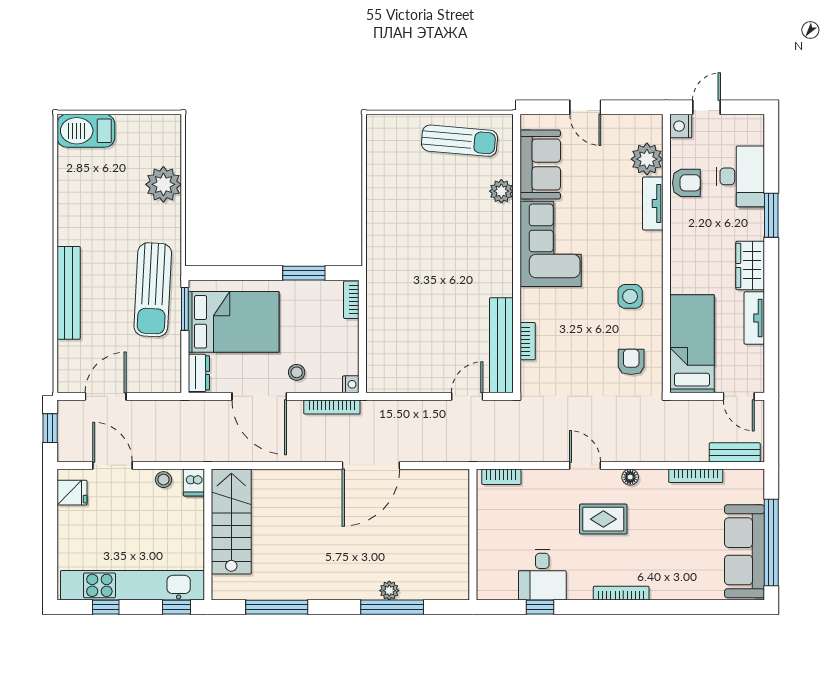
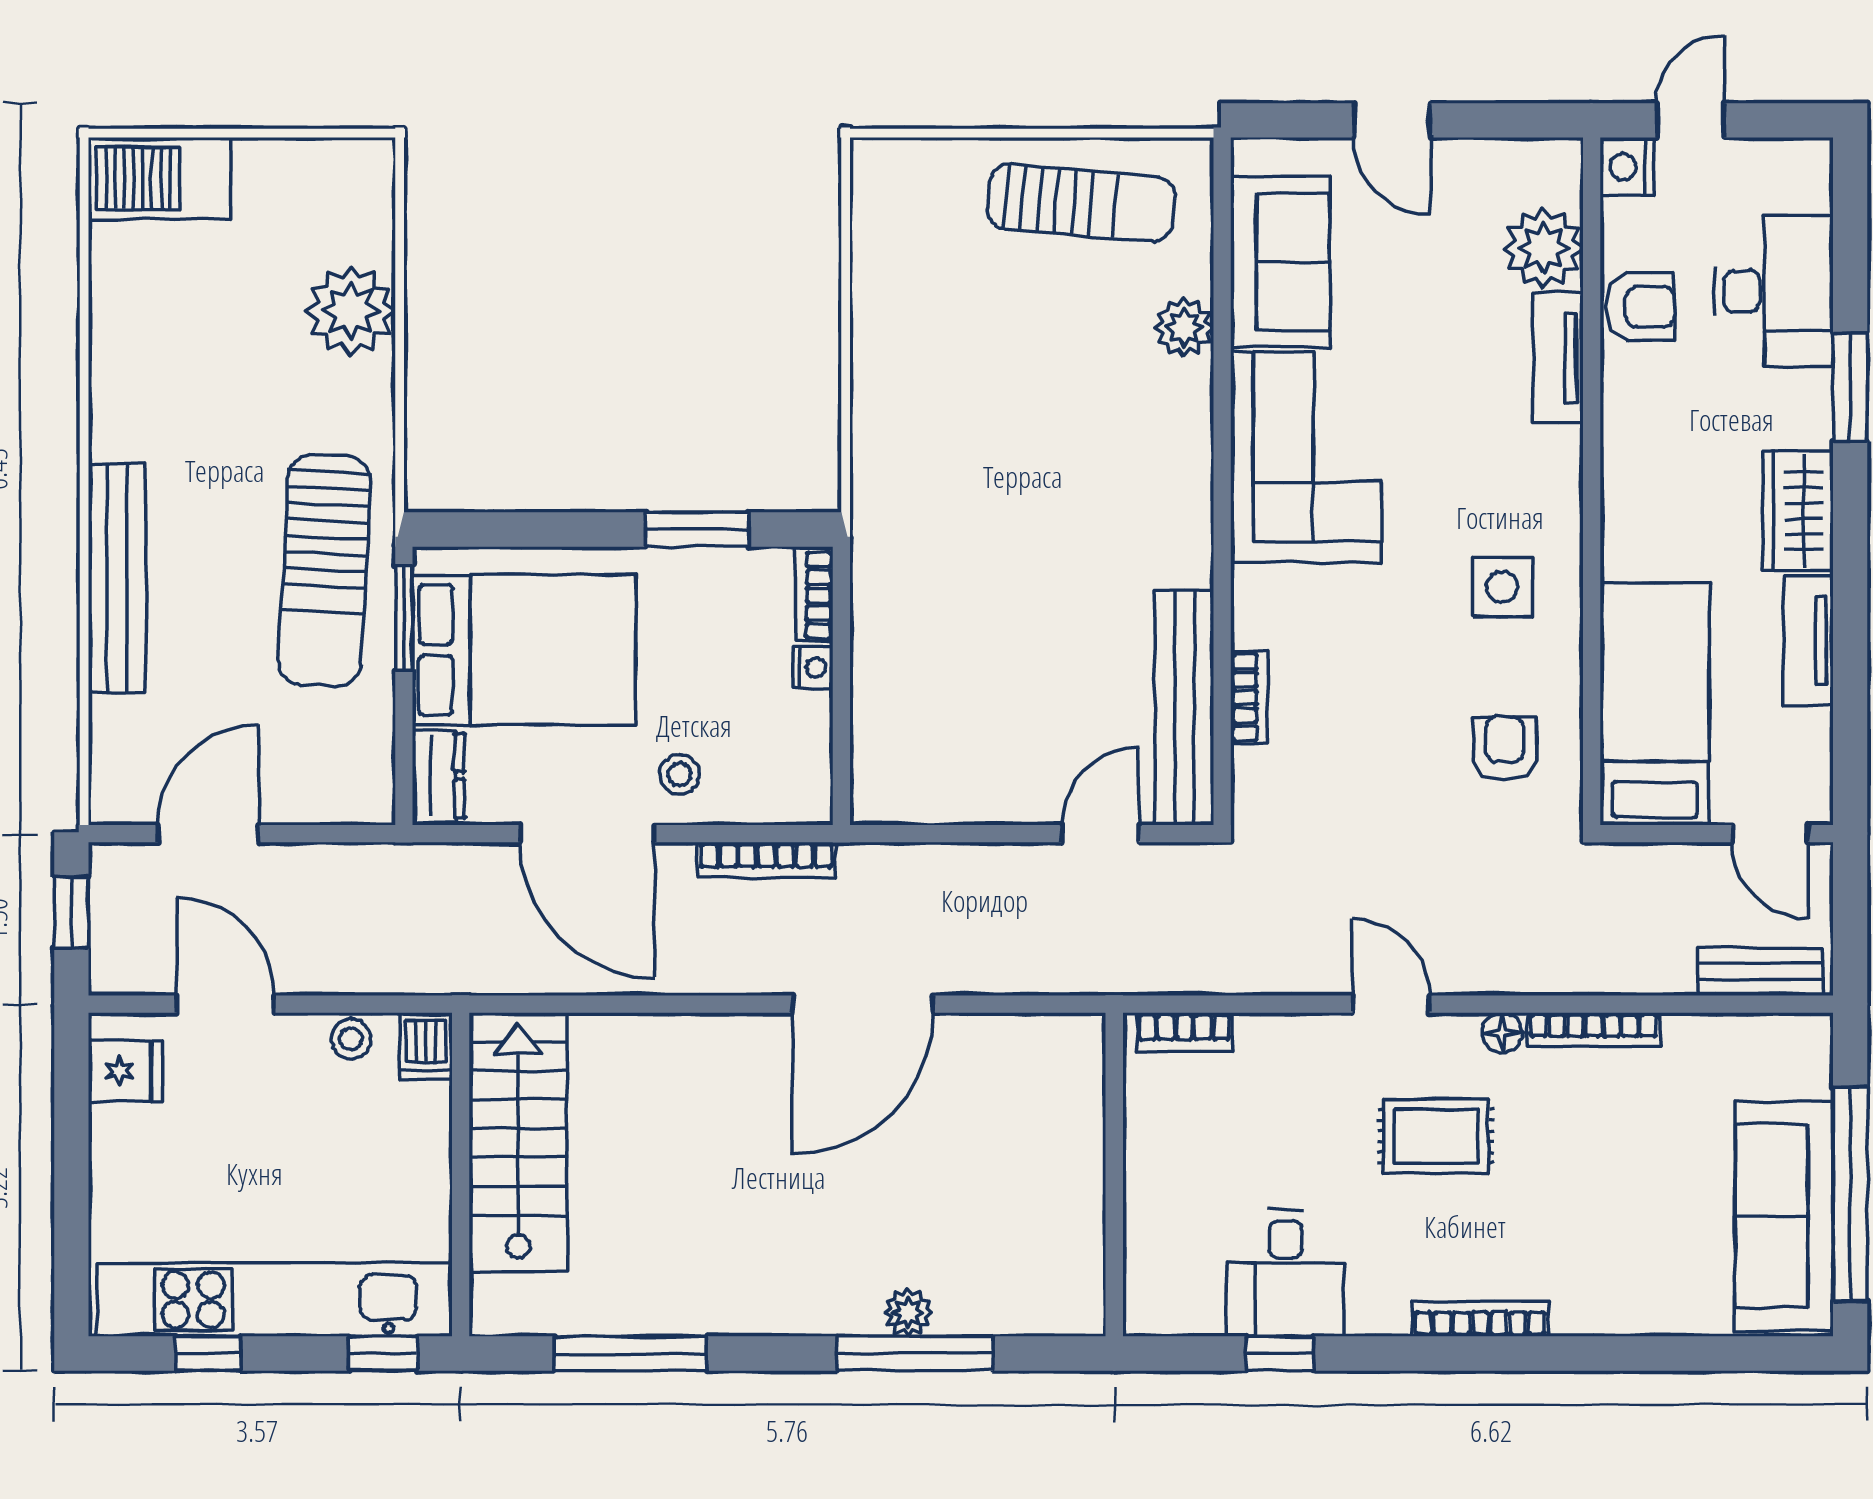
nightstand: (351, 384) -> (813, 667), moved
bookcase: (696, 476) -> (1593, 1030), moved

